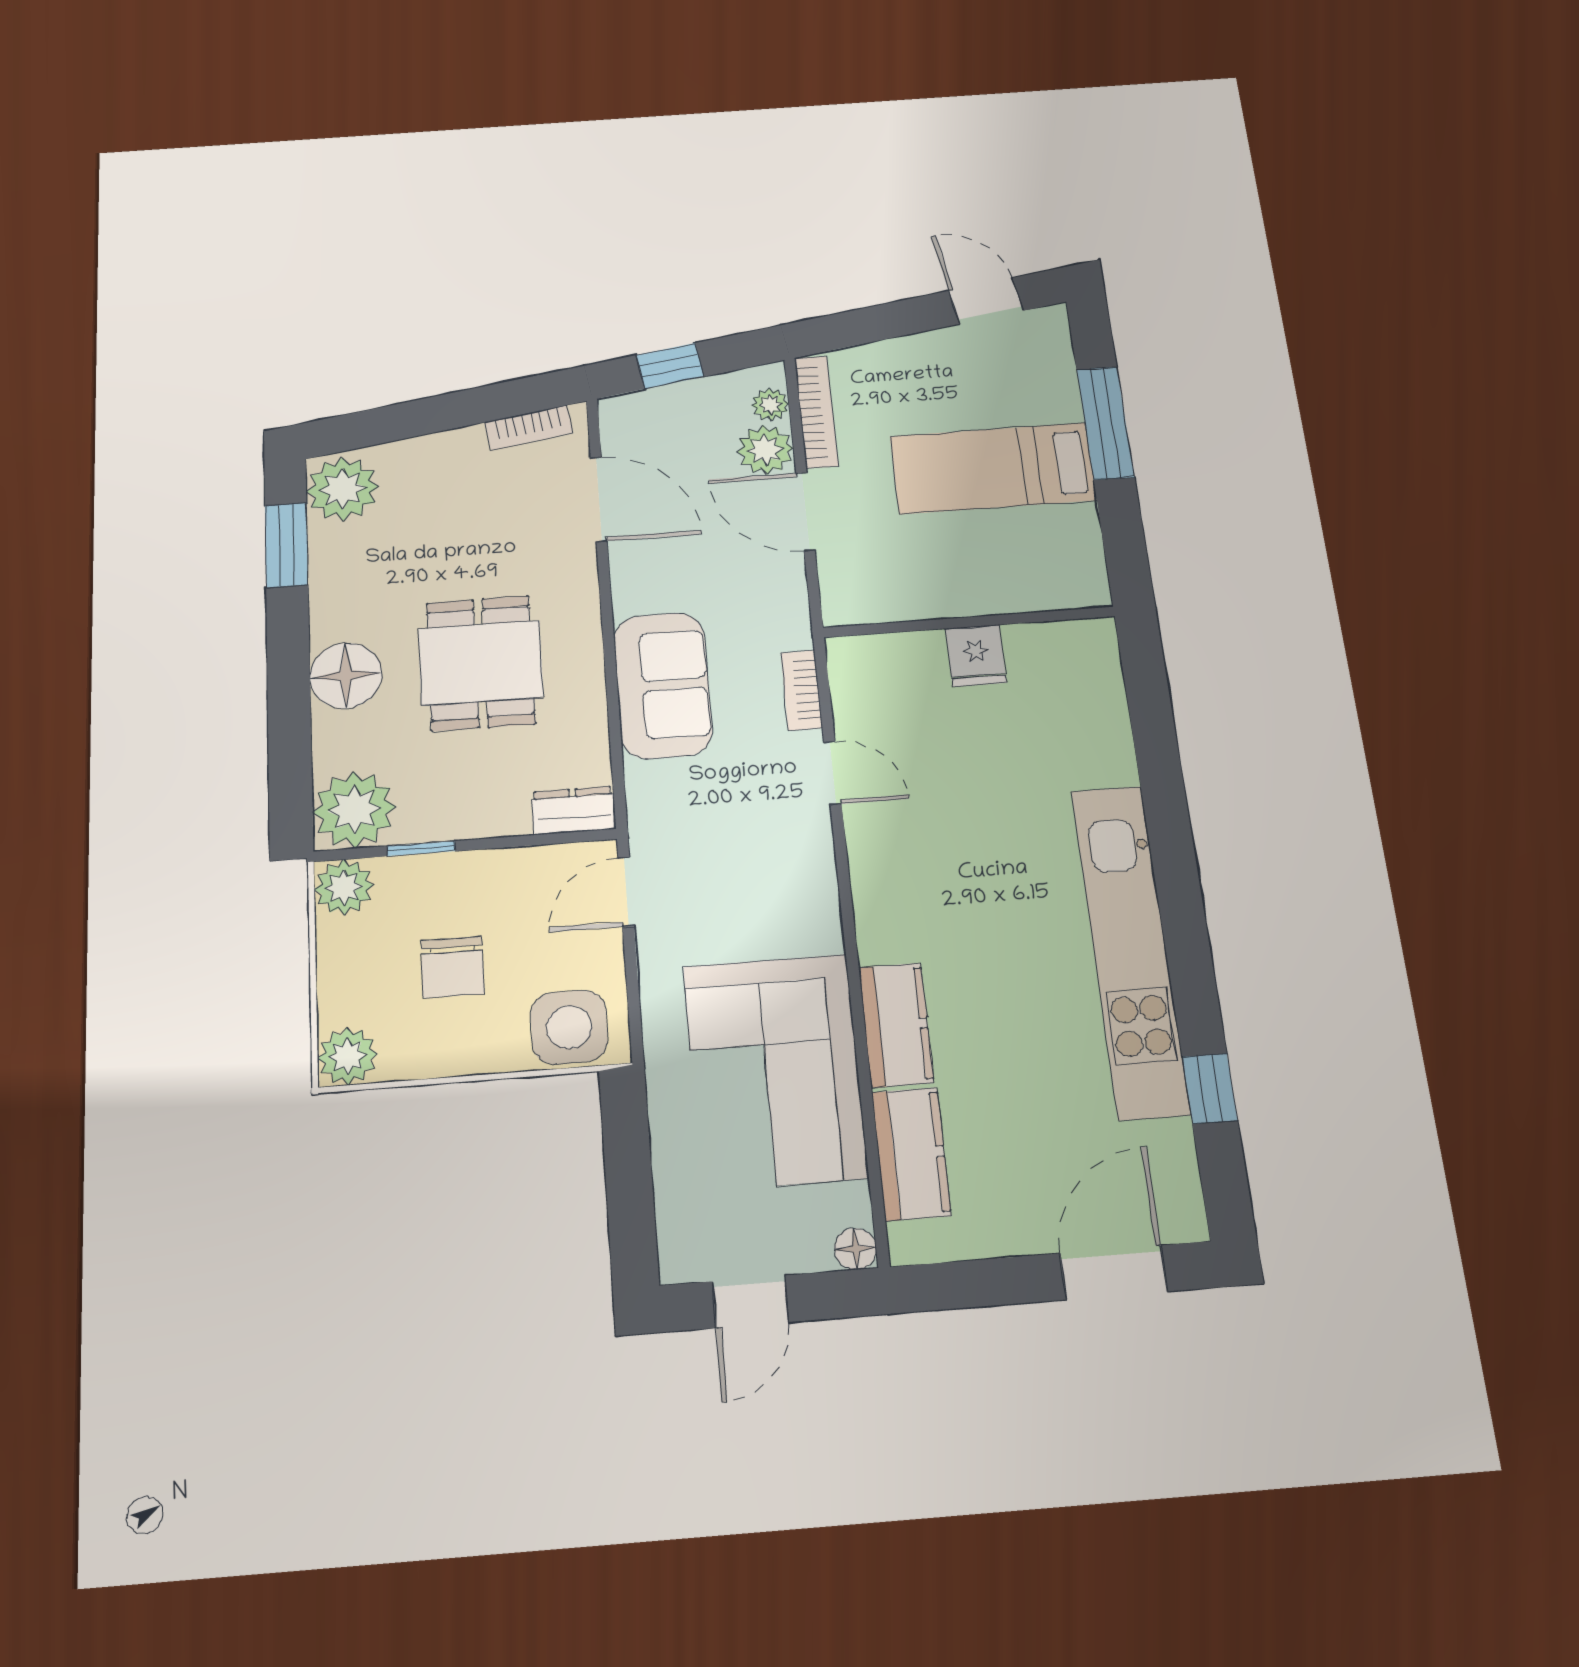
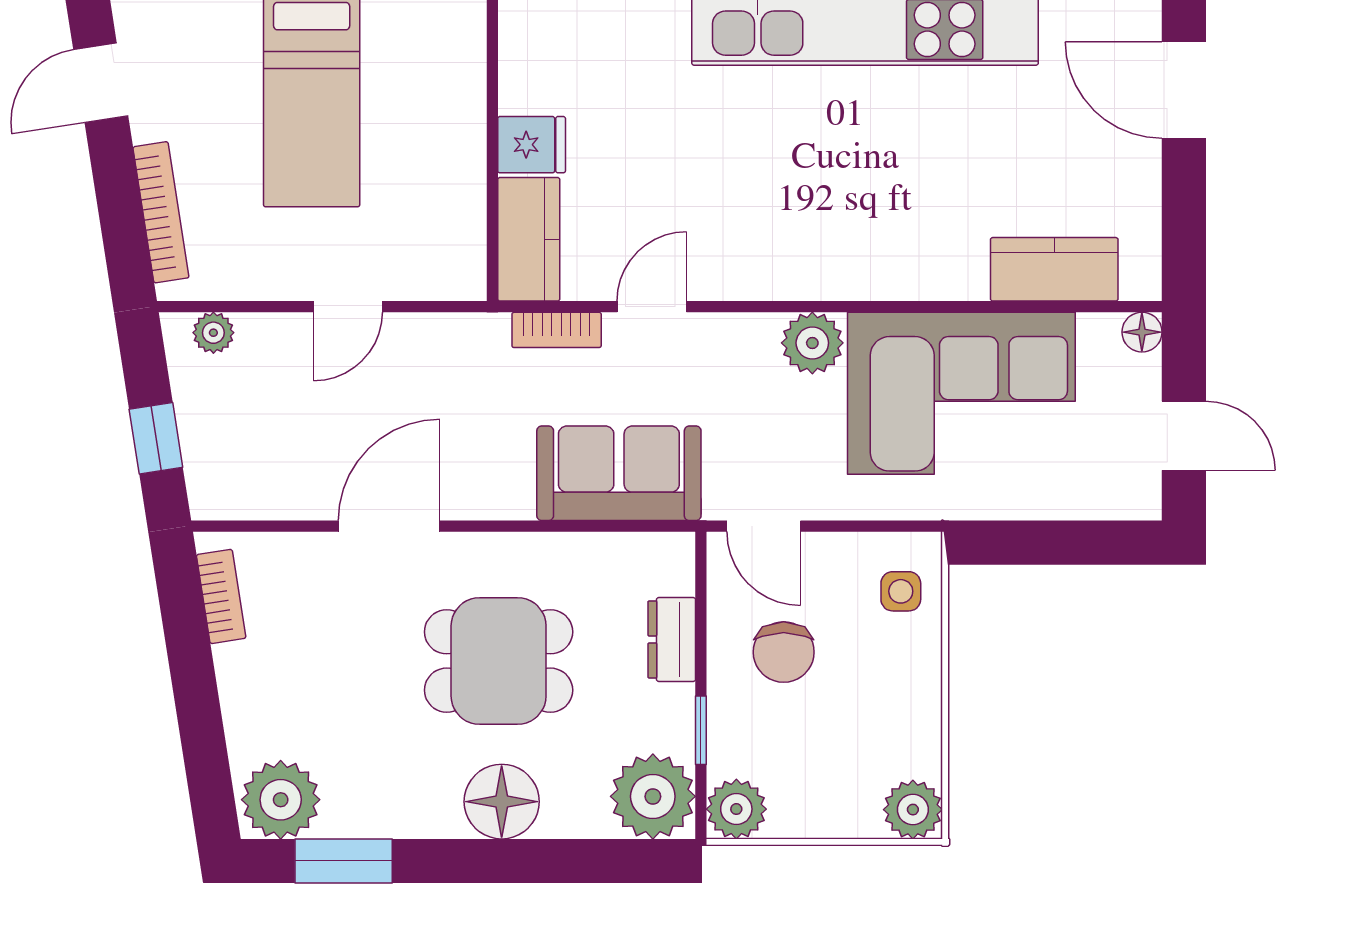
bookcase: (816, 412) -> (161, 212), moved, turned 81
plant: (765, 450) -> (812, 343), moved
door: (599, 499) -> (389, 526), moved
door: (805, 512) -> (348, 307), width x0.73
sofa: (663, 685) -> (619, 473), moved
dresser: (574, 810) -> (672, 639), moved
chair: (453, 967) -> (784, 652), moved, turned 90
kitchen counter: (896, 1025) -> (529, 239), moved, turned 90
side table: (569, 1027) -> (901, 591), width x0.54, depth x0.54

